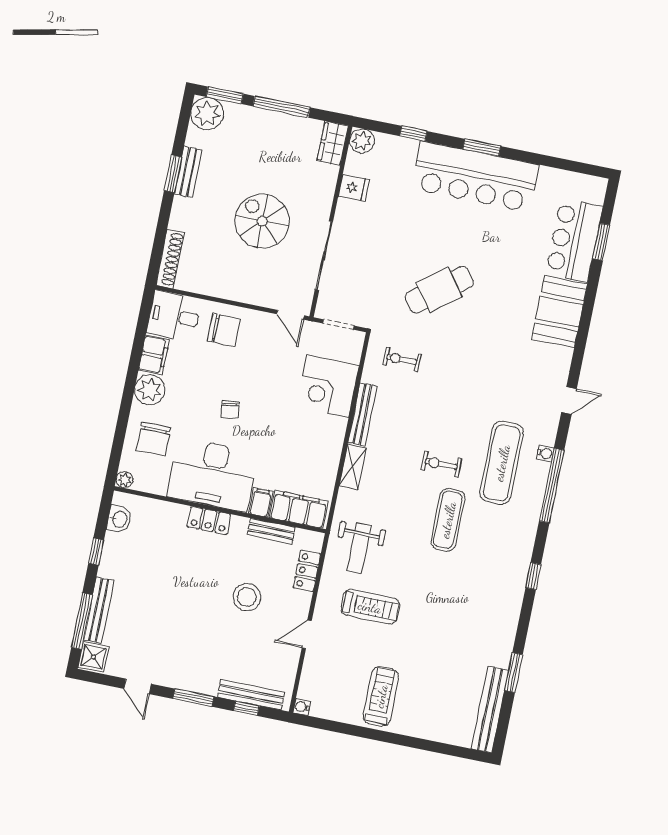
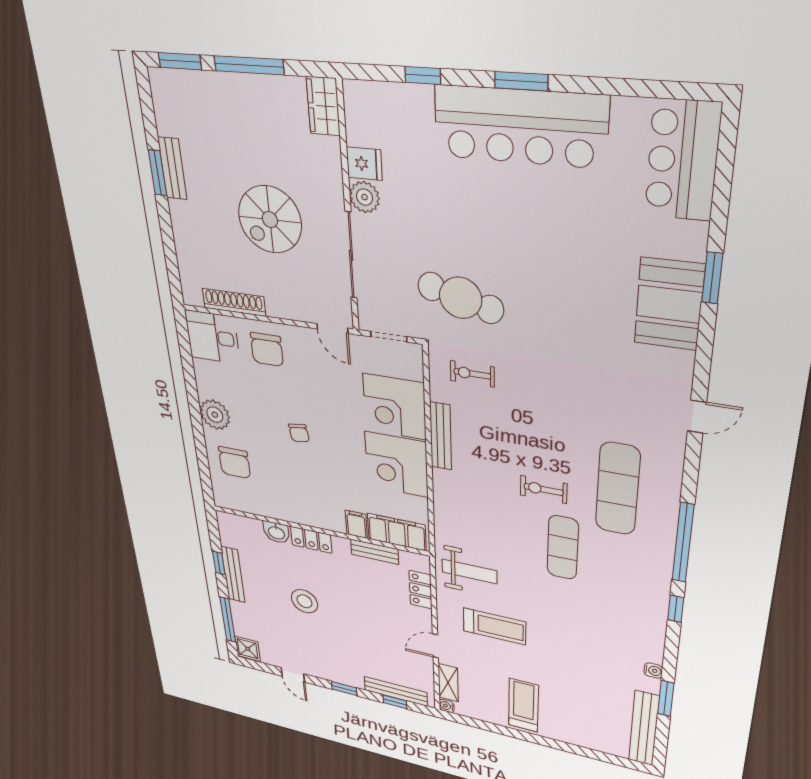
plant: (207, 114) -> (168, 90), removed
plant: (362, 141) -> (364, 197), moved
spiral stairs: (262, 221) -> (270, 220), turned -90
bar counter: (574, 240) -> (682, 160), moved
window: (601, 242) -> (712, 278), moved
shoe rack: (170, 259) -> (234, 302), moved, turned -90
cafe table: (439, 290) -> (461, 298), moved, turned 52
chair: (224, 330) -> (267, 349), turned 90
filing cabinet: (154, 355) -> (207, 379), removed
corner desk: (316, 441) -> (397, 464), added
water cooler: (545, 453) -> (653, 671), moved
shelving: (353, 467) -> (448, 683), moved
desk: (213, 475) -> (301, 497), removed
plant: (124, 480) -> (221, 501), removed
window: (552, 486) -> (683, 543), moved
washbasin: (119, 519) -> (276, 532), moved, turned 90
weight bench: (359, 548) -> (469, 571), turned -90
stool: (247, 597) -> (304, 601), moved
bench: (99, 610) -> (233, 575), moved
window: (193, 698) -> (344, 688), width x0.67

